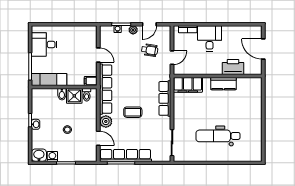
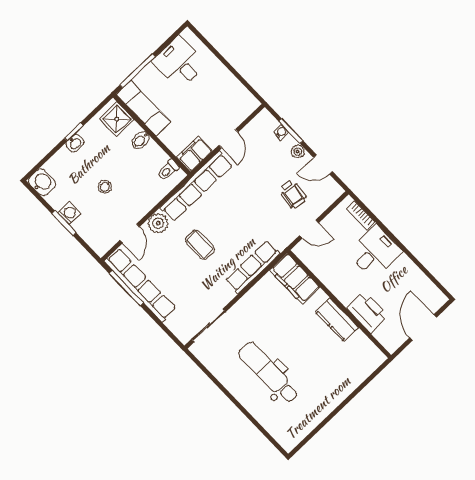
filing cabinet: (91, 81) -> (195, 154), width x2.00
shower: (74, 96) -> (117, 119), moved
washing machine: (52, 156) -> (69, 213), moved

